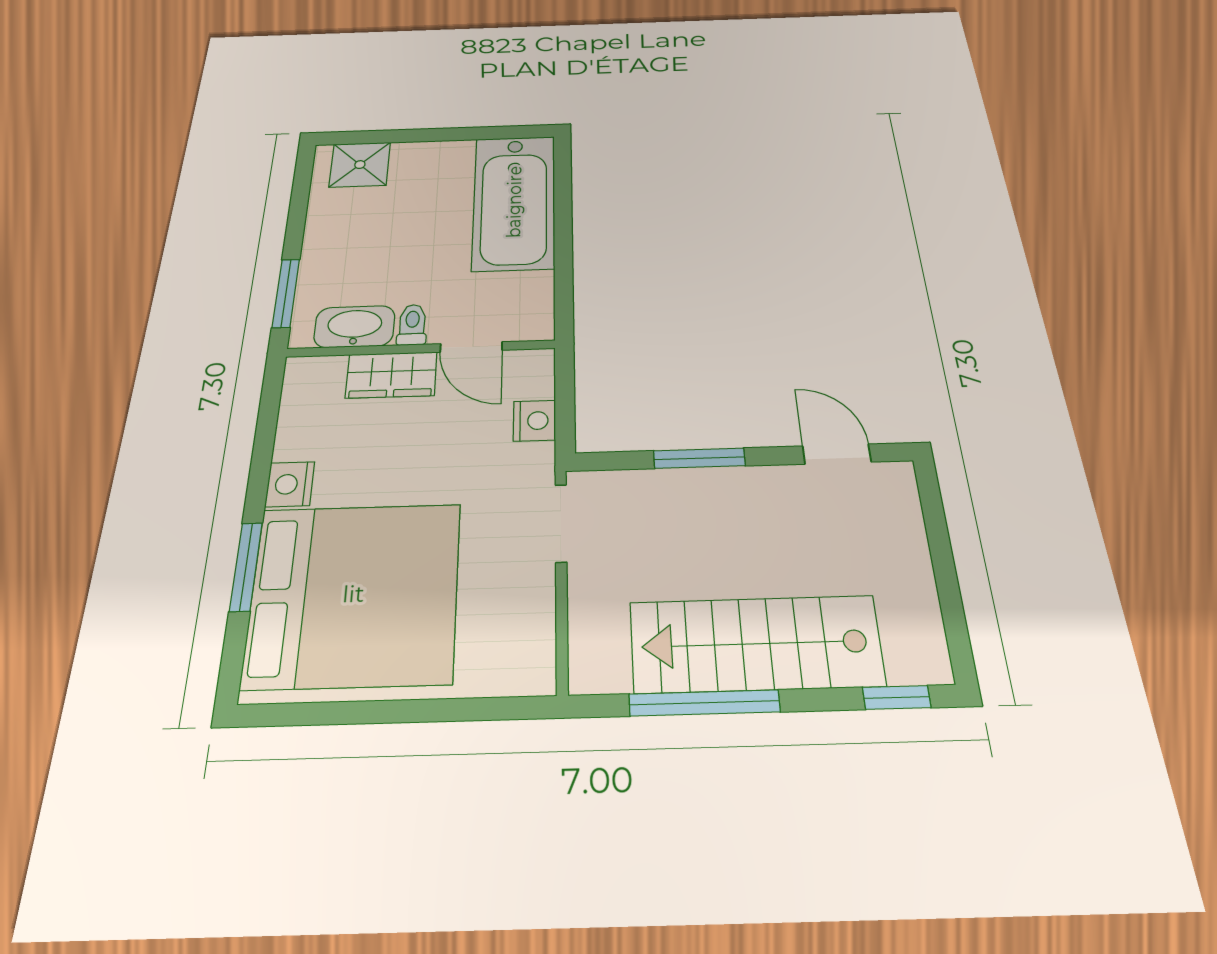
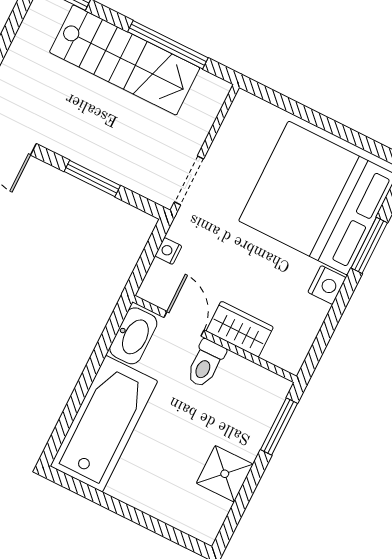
shower: (360, 165) -> (225, 474), moved
toilet: (412, 325) -> (206, 363), width x1.37, depth x1.39
washbasin: (354, 327) -> (133, 336), moved, turned -90
nightstand: (534, 421) -> (168, 251), width x0.72, depth x0.74

